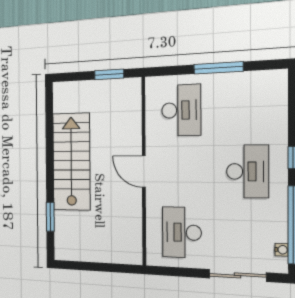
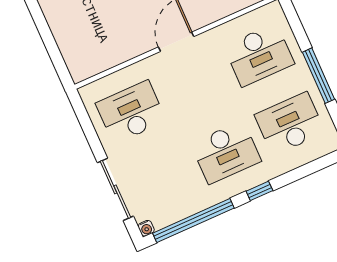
desk: (247, 108) -> (290, 124), added
water cooler: (282, 250) -> (146, 228), moved

